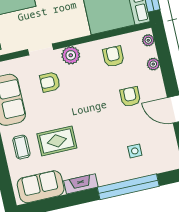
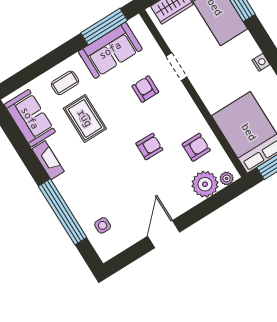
plant: (71, 55) -> (182, 101), removed
plant: (153, 64) -> (205, 184), width x1.87, depth x1.87
armchair: (130, 97) -> (149, 147), moved
side table: (135, 151) -> (103, 225), moved

